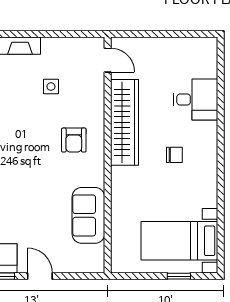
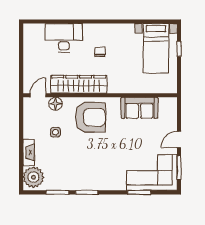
floor lamp: (95, 87) -> (56, 104), added
desk: (196, 99) -> (64, 38), width x1.37
armchair: (74, 140) -> (90, 117), width x1.88, depth x1.88

